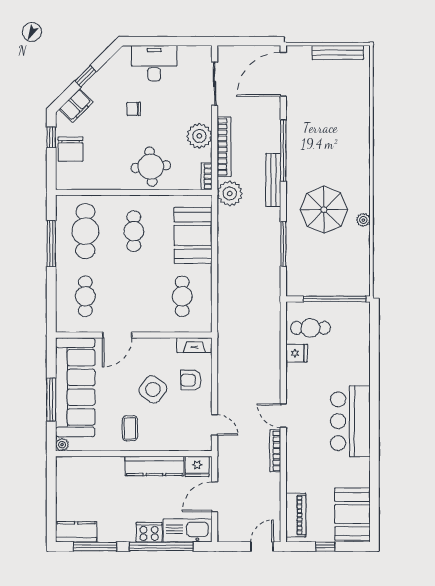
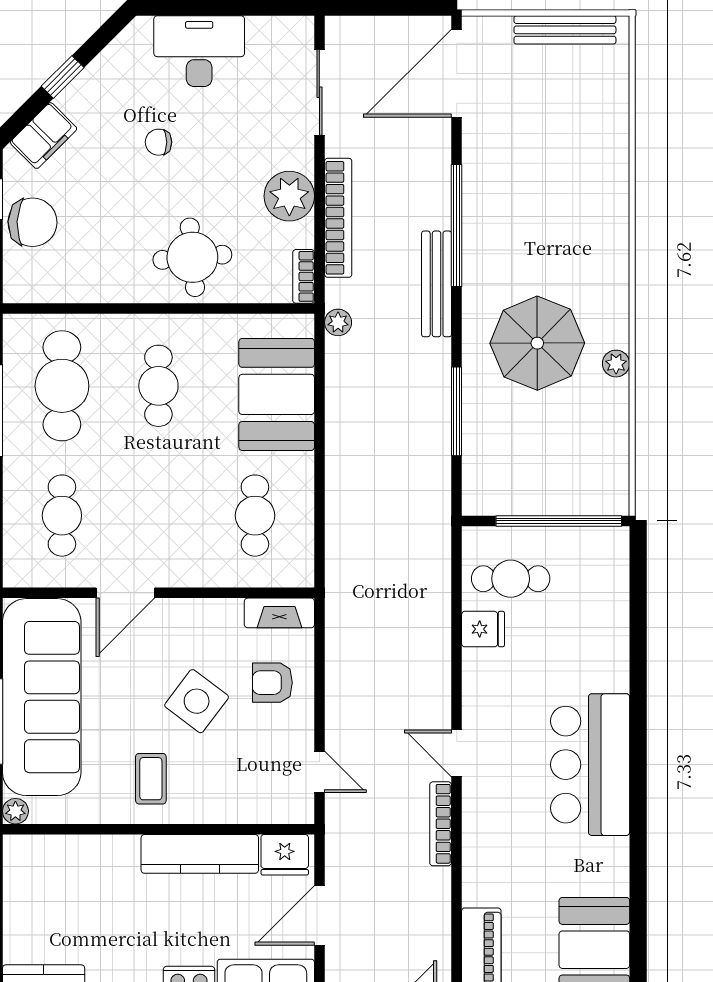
chair: (71, 149) -> (32, 222), turned -88
plant: (230, 193) -> (338, 322), width x0.53, depth x0.53

